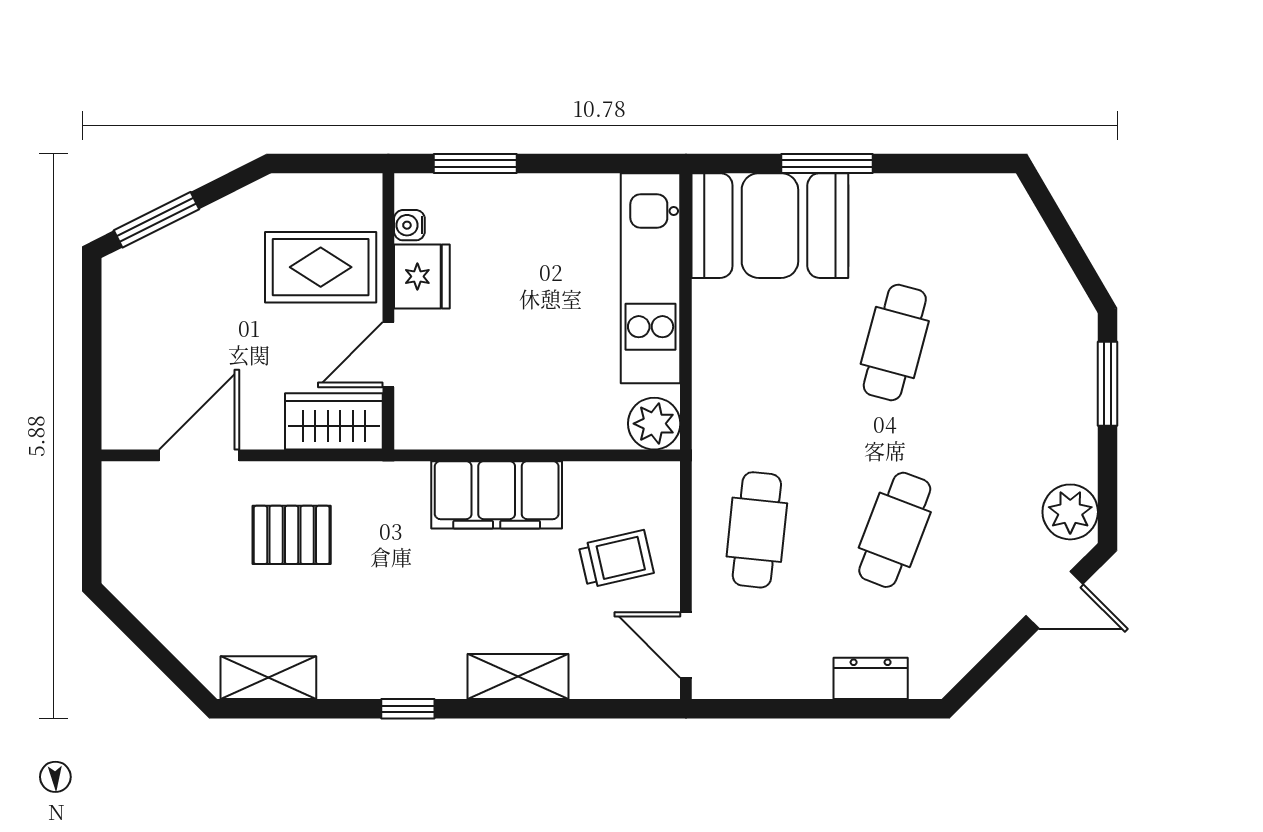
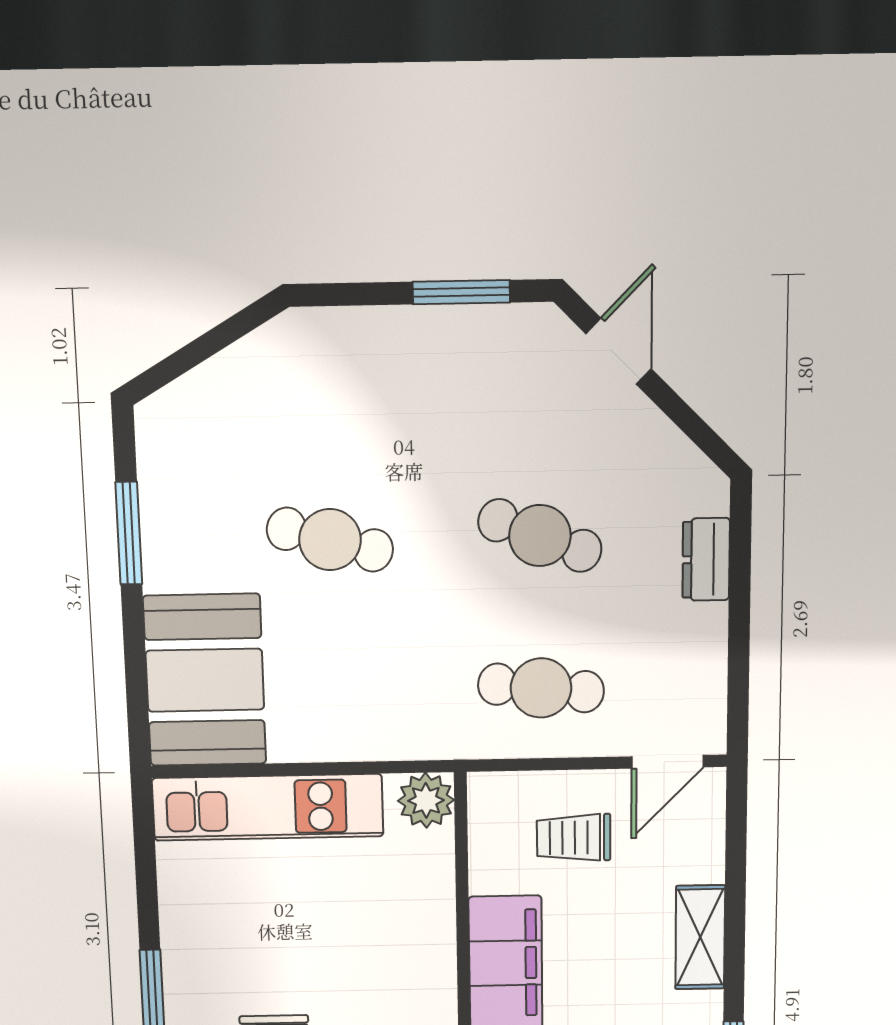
window: (827, 164) -> (129, 533), moved
window: (1107, 384) -> (461, 292), moved
plant: (1070, 512) -> (518, 335), removed
trolley: (616, 559) -> (574, 838), turned -77

